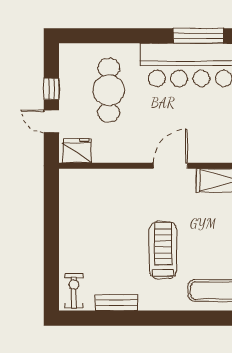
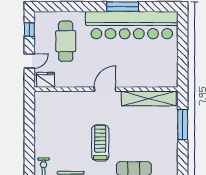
window: (51, 89) -> (29, 30), moved
door: (51, 121) -> (29, 61), swing flipped

